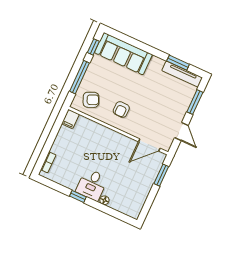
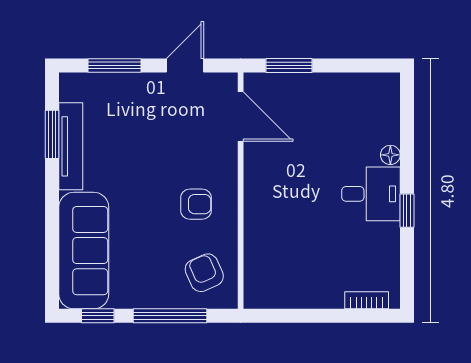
tv unit: (182, 74) -> (71, 146), moved
filing cabinet: (70, 119) -> (261, 296), removed

